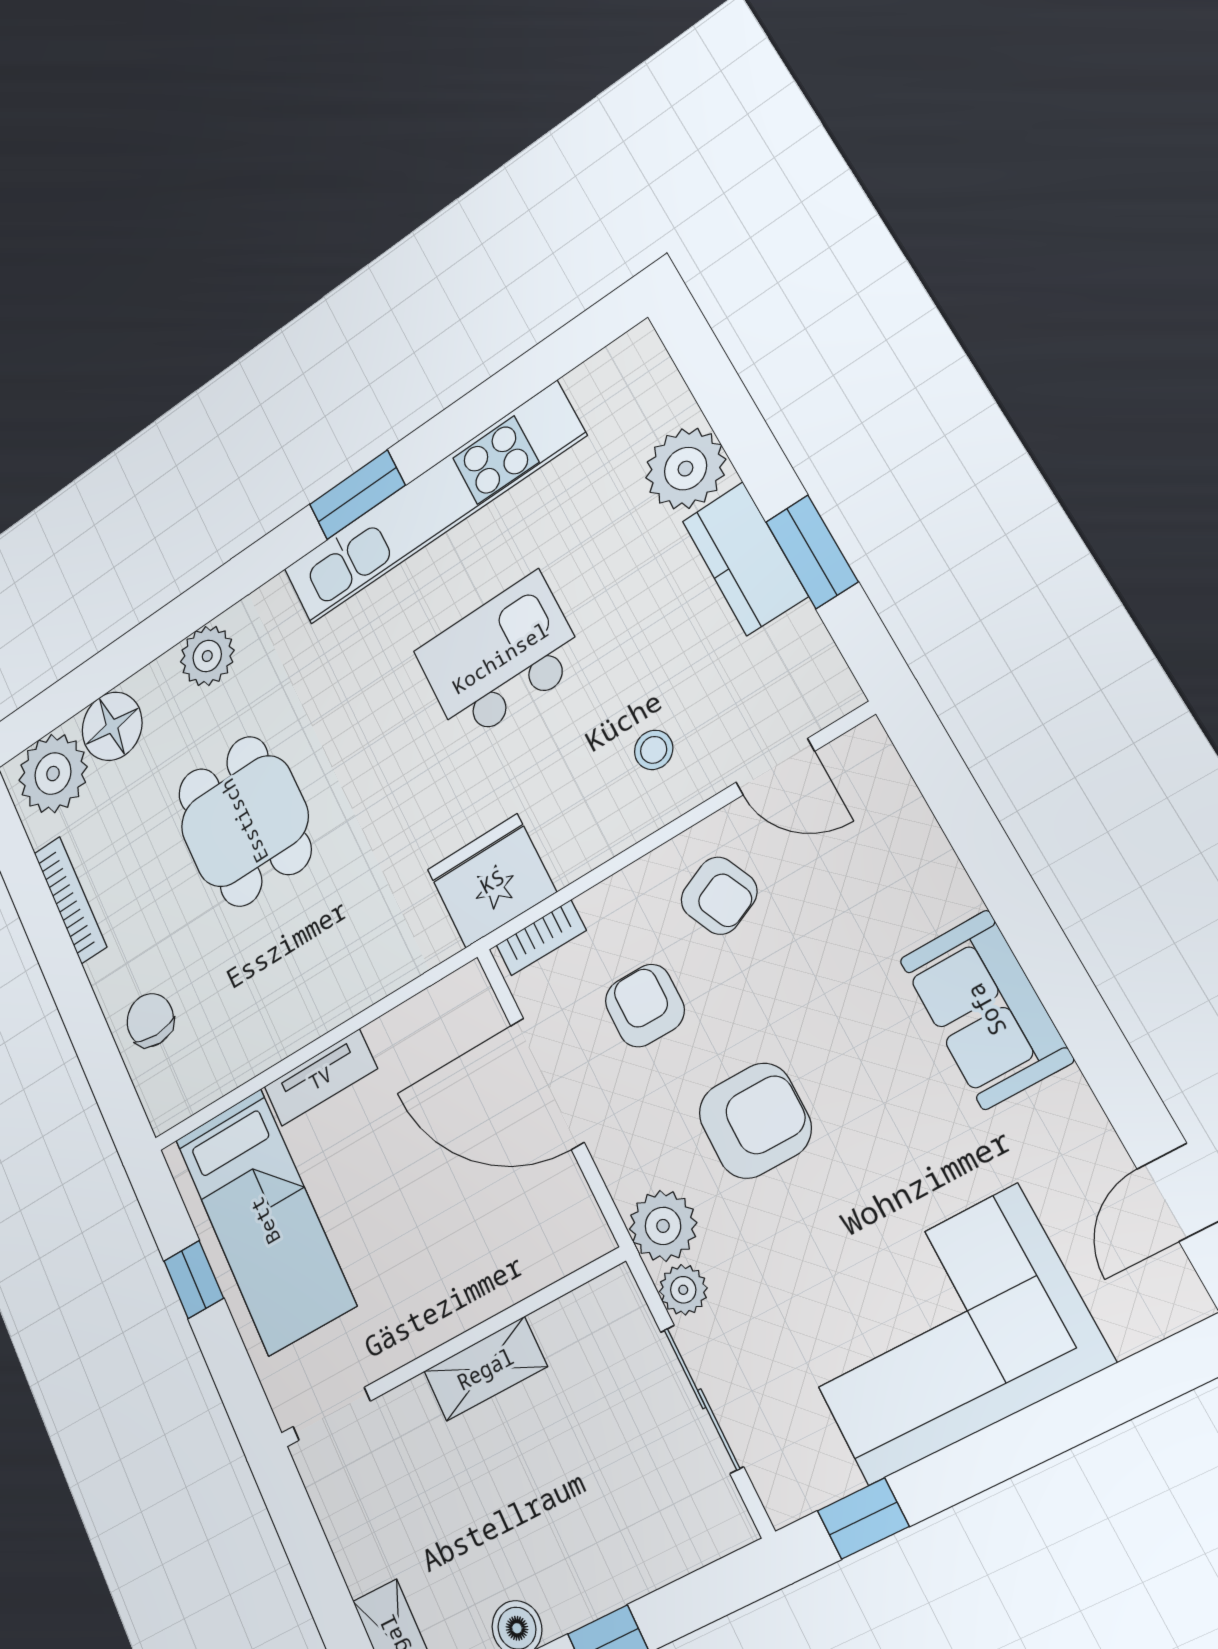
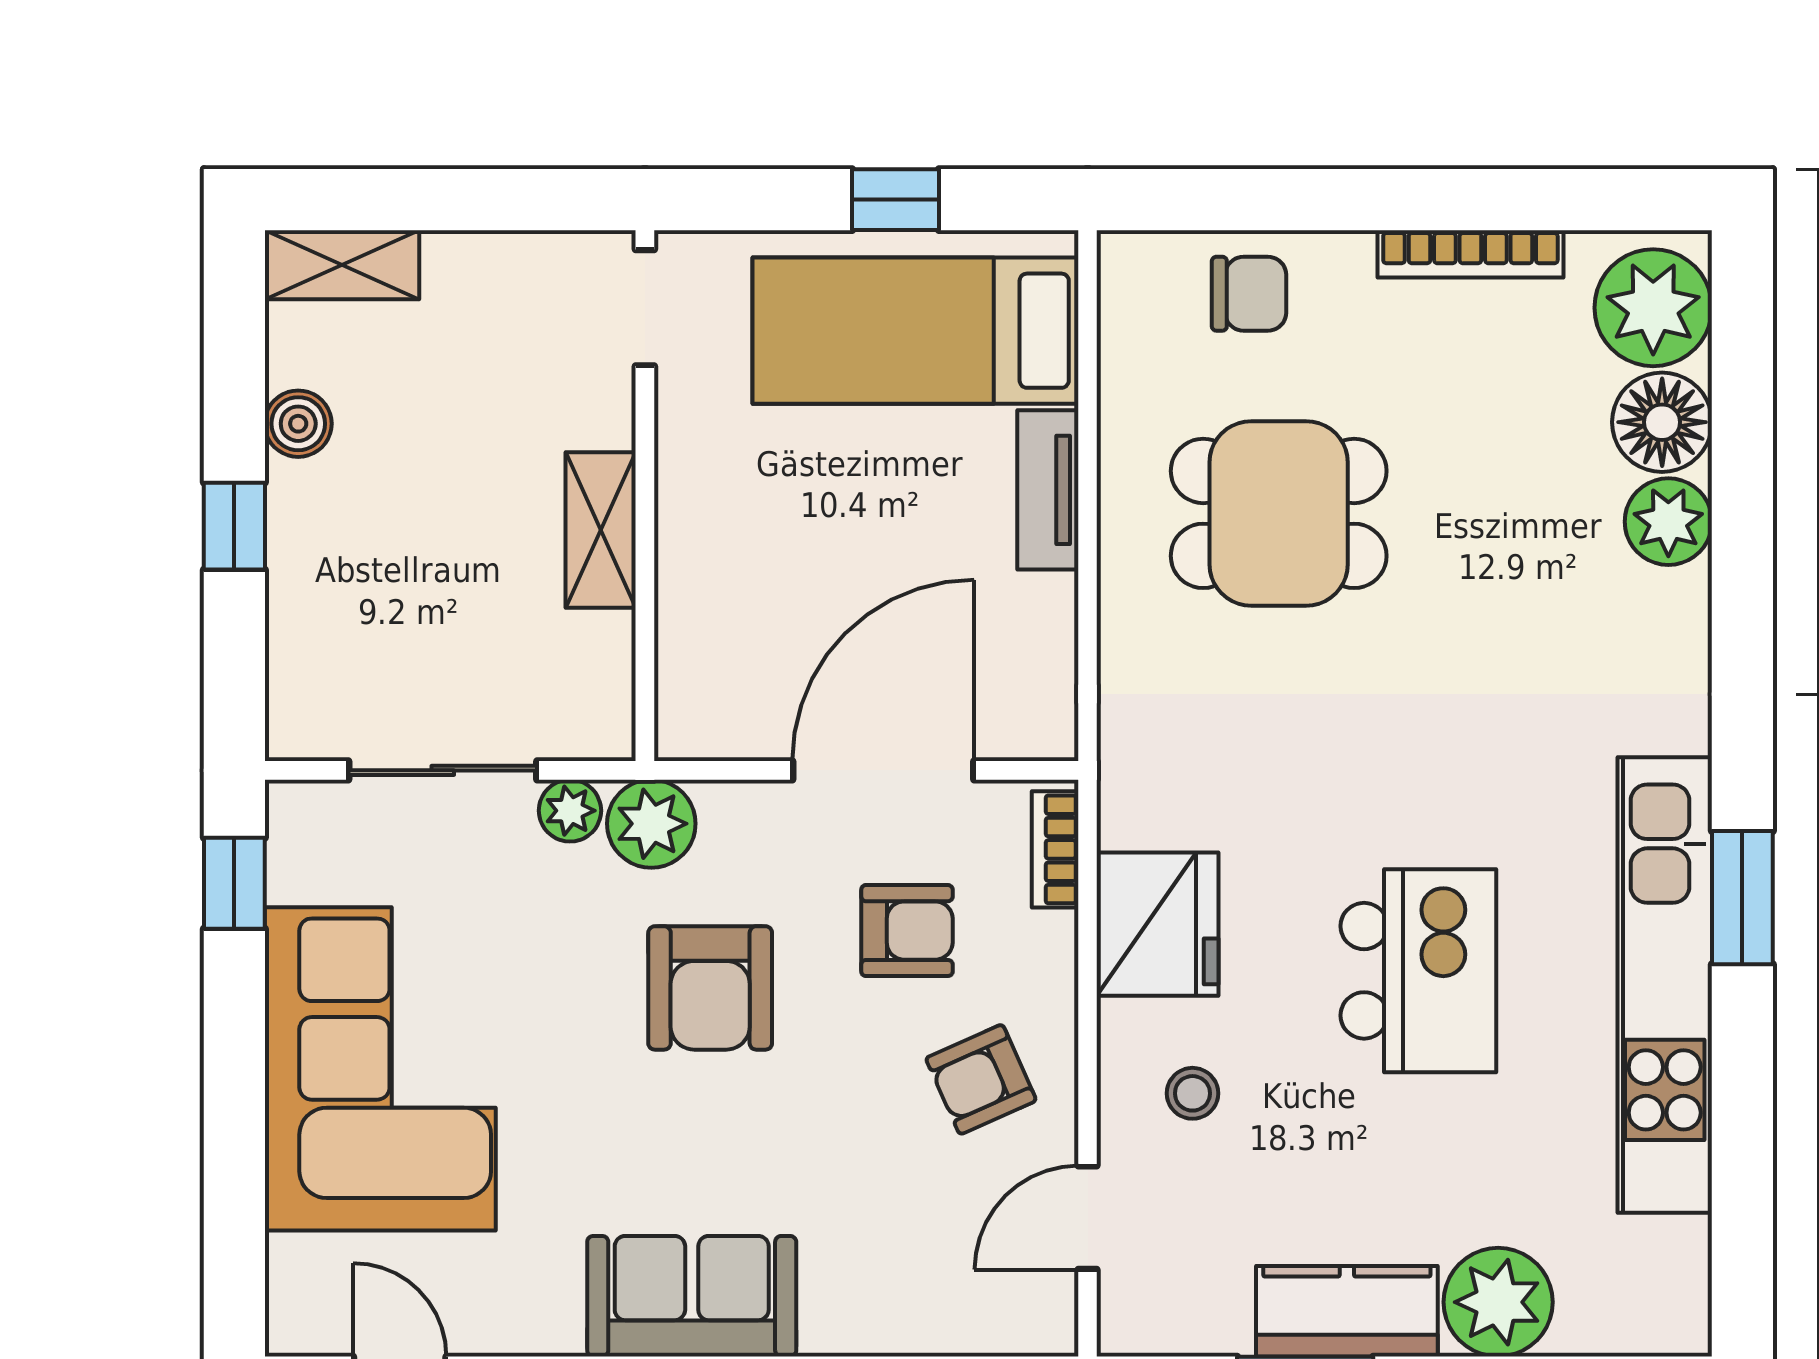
plant: (207, 656) -> (1668, 522), moved
dining table: (244, 821) -> (1279, 513), moved
fridge: (492, 881) -> (1158, 924), moved

